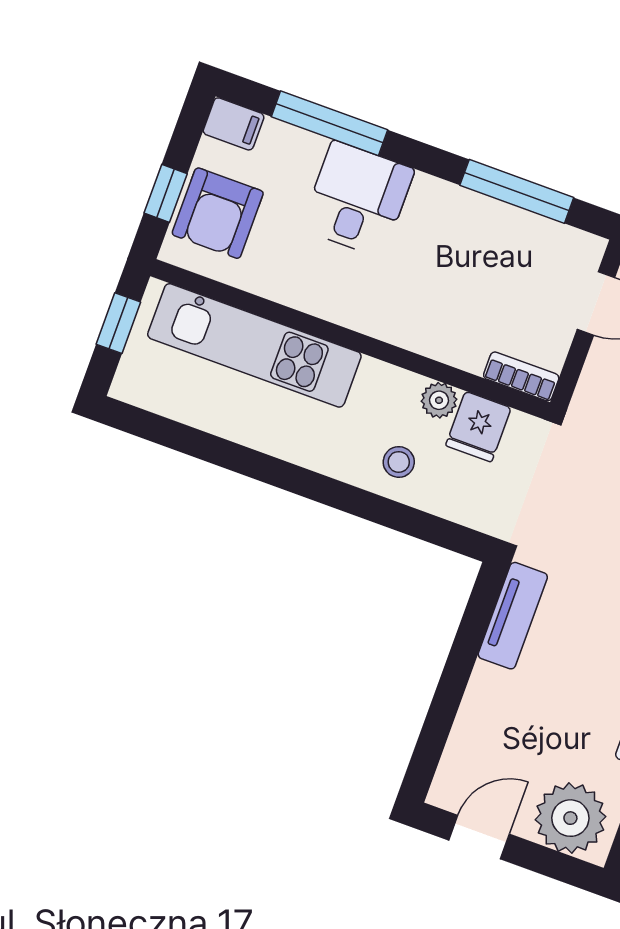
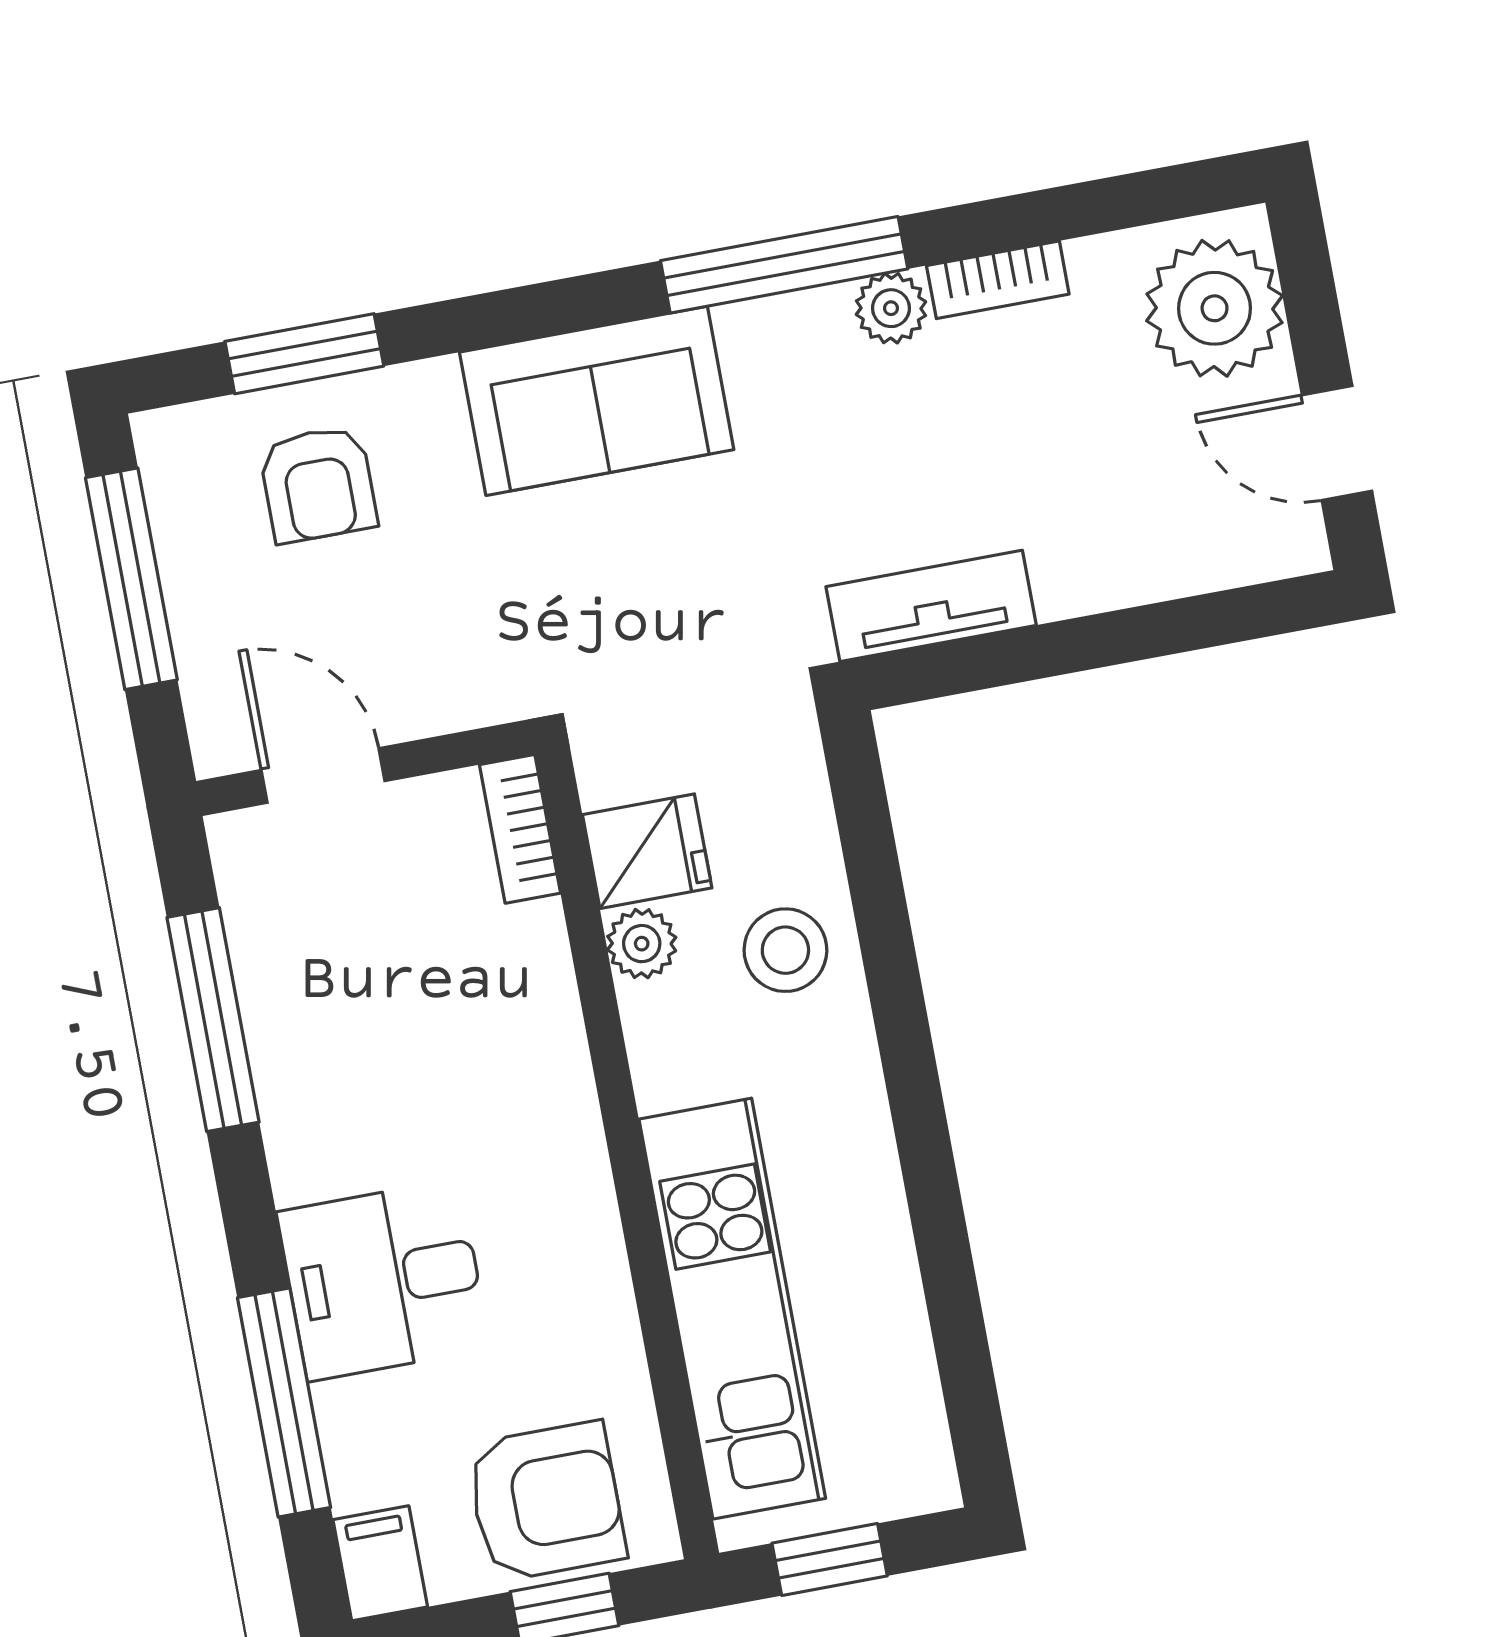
stool: (399, 462) -> (785, 950), width x1.37, depth x1.37

